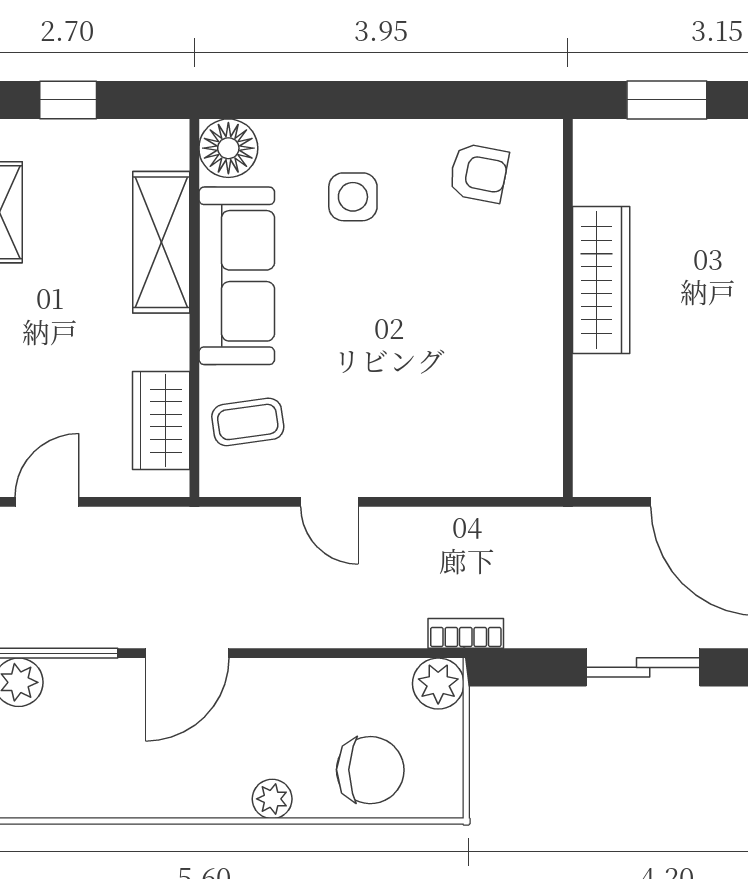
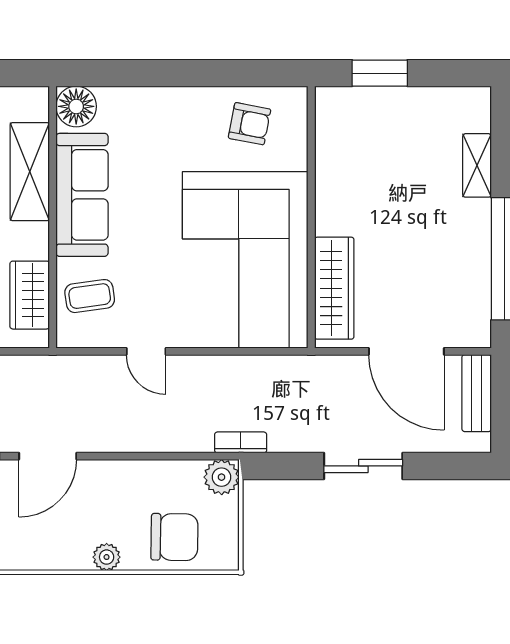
side table: (353, 197) -> (162, 140), removed
wardrobe: (601, 280) -> (334, 288), moved
corner sofa: (472, 370) -> (245, 260), added

